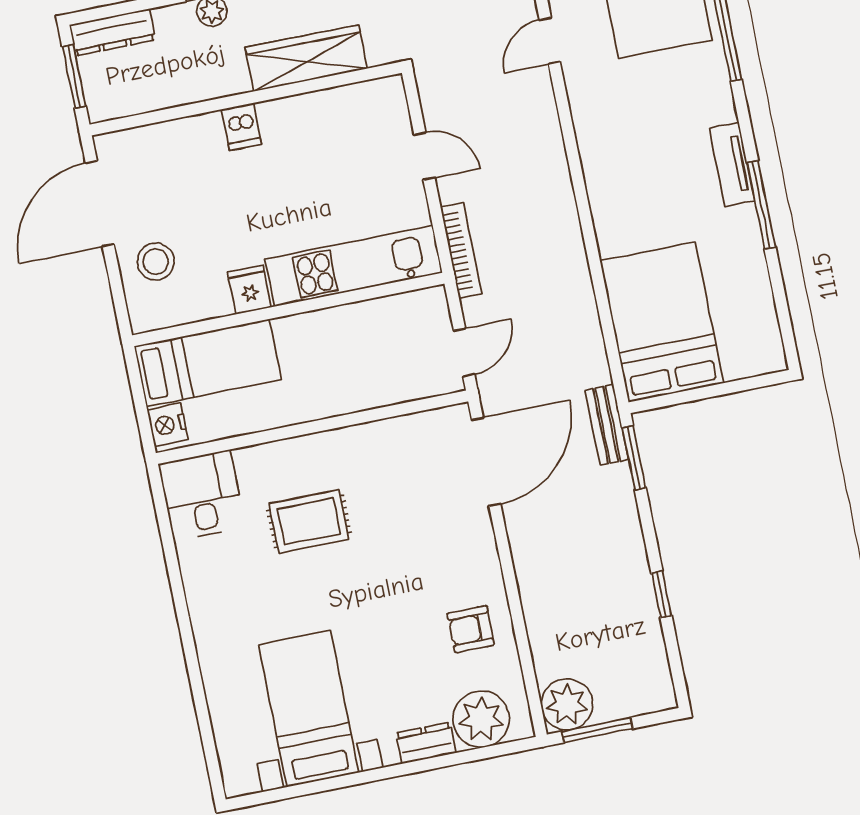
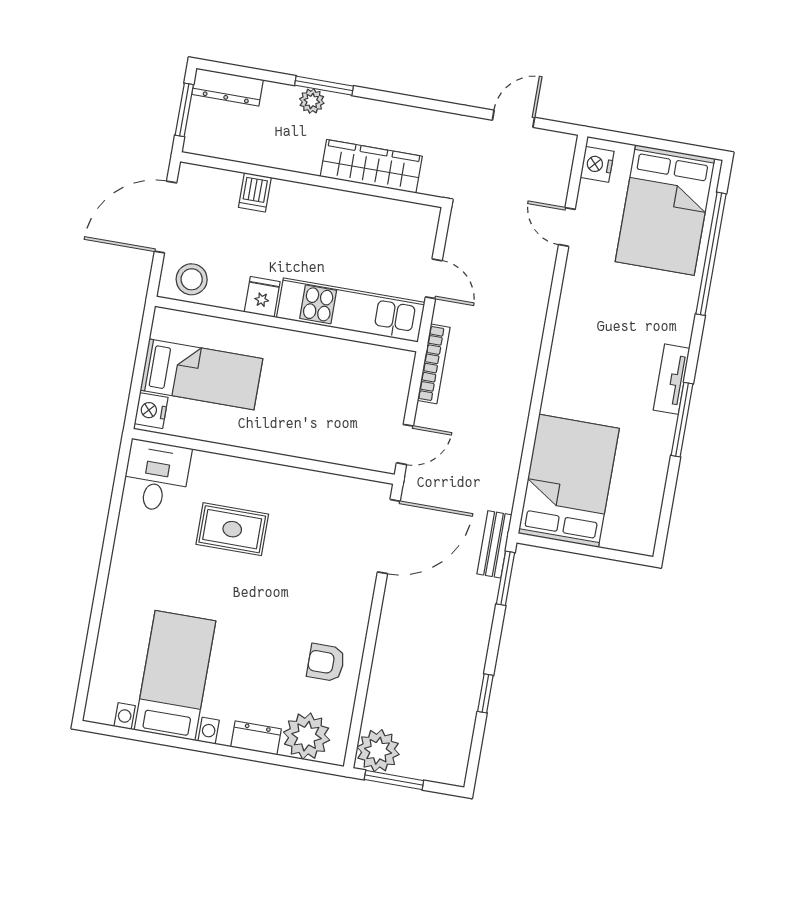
door: (550, 41) -> (567, 227), hinge flipped
dishwasher: (241, 127) -> (255, 192), moved
kitchen unit: (354, 266) -> (351, 310), moved
fridge: (250, 290) -> (262, 297), moved
wall: (288, 309) -> (286, 324), moved

